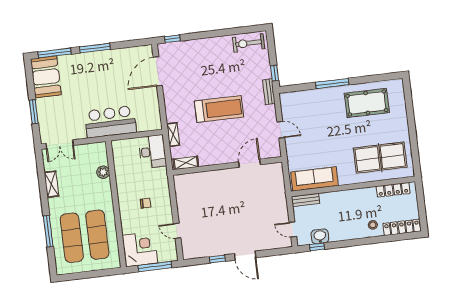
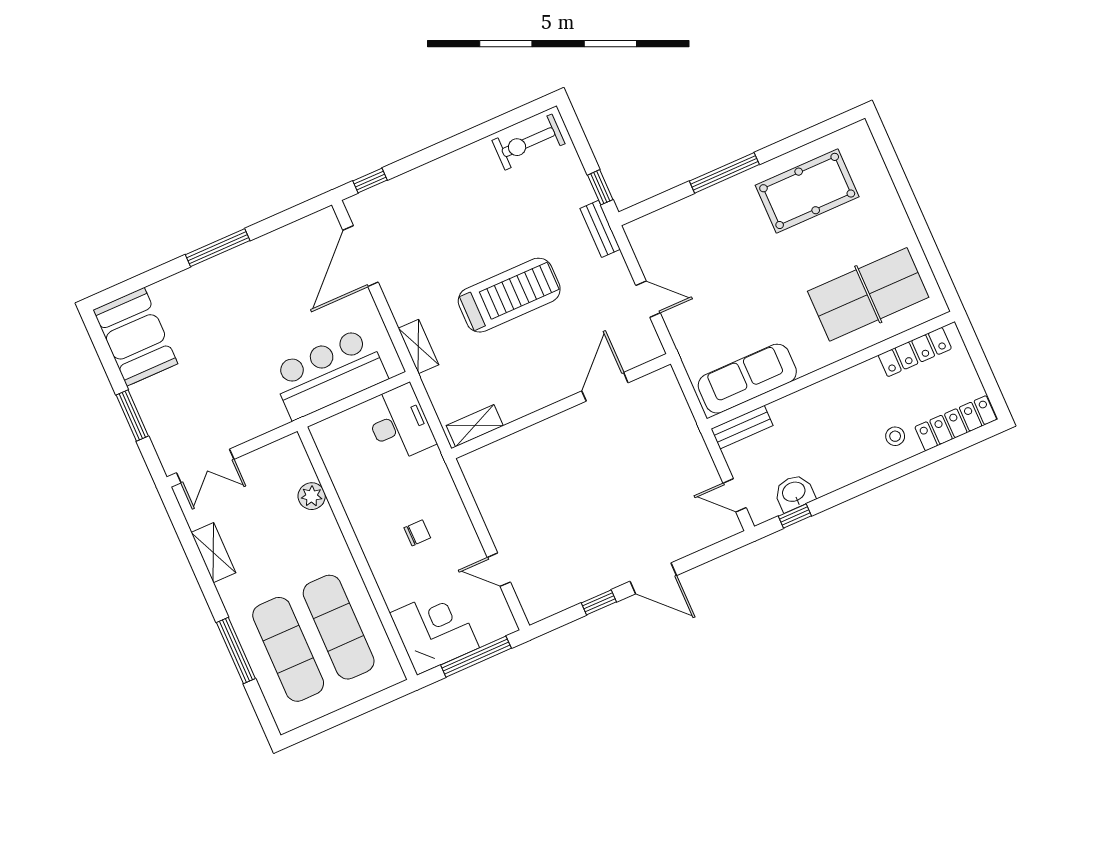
window: (55, 53) -> (138, 283), removed
bar counter: (110, 122) -> (329, 374), moved
shelving: (173, 135) -> (418, 347), moved

